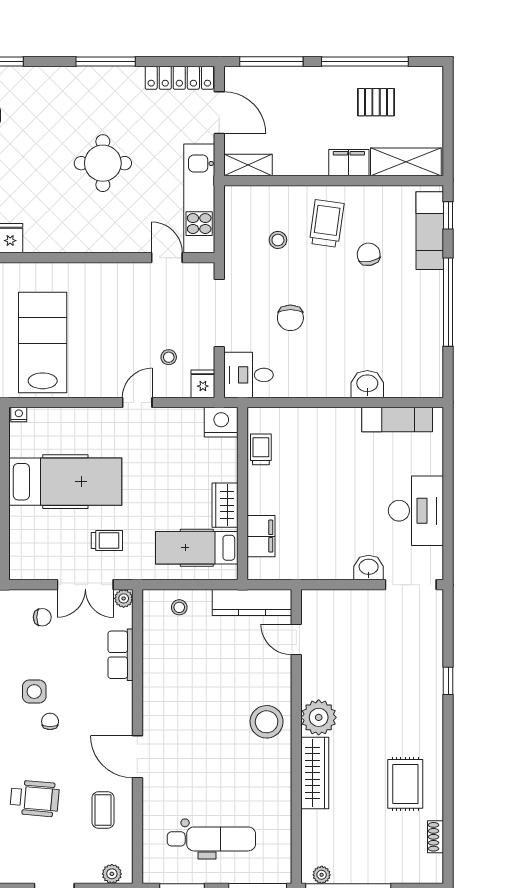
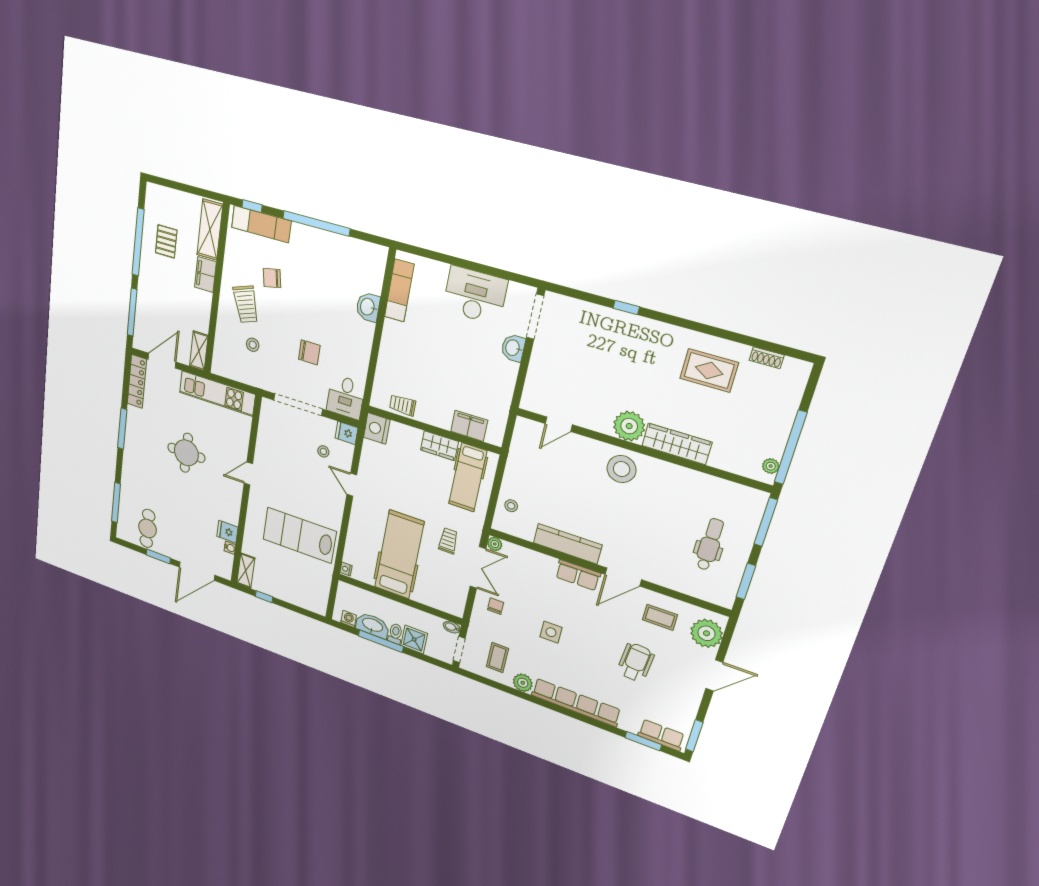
trolley: (327, 223) -> (246, 304), turned -117
door: (167, 258) -> (248, 474), moved
kitchen counter: (252, 602) -> (568, 544), moved, turned -90
row of seats: (120, 655) -> (578, 575), moved
chair: (50, 721) -> (577, 630), removed
dental chair: (211, 839) -> (710, 544), width x0.73, depth x0.72
plant: (112, 874) -> (707, 633), width x1.88, depth x1.88

